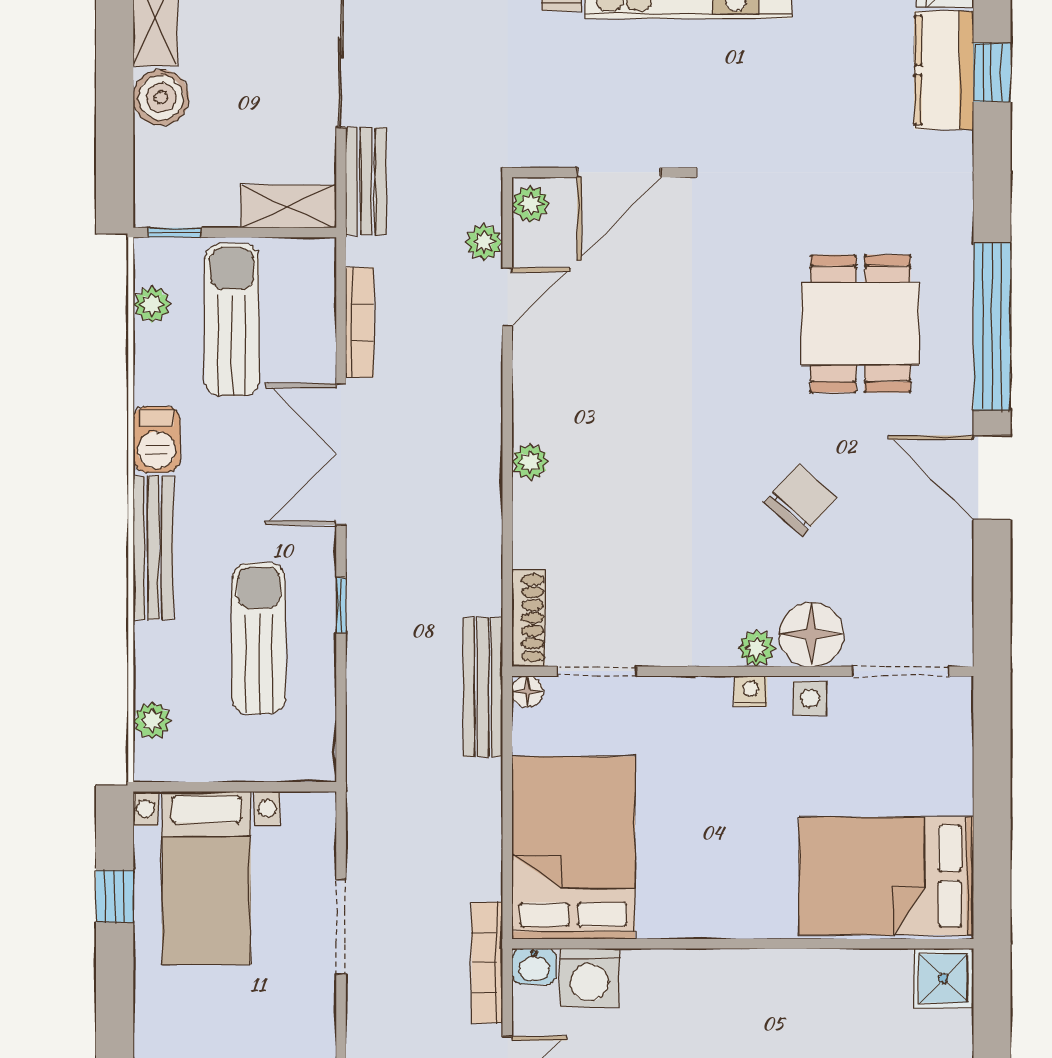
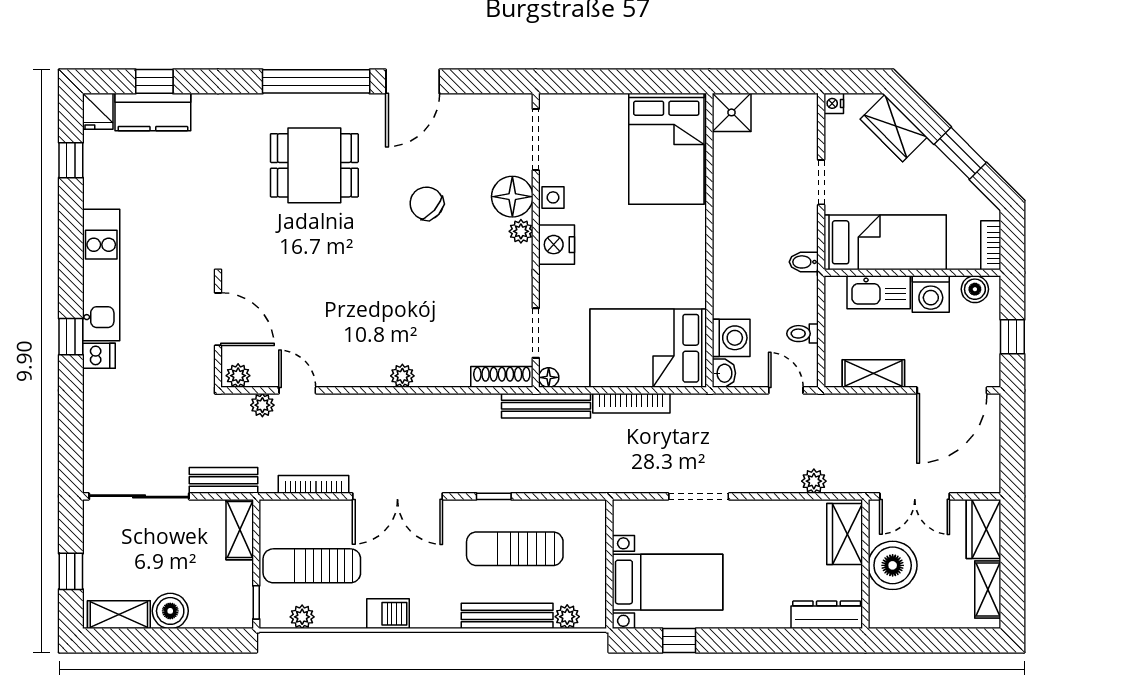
bench: (153, 548) -> (507, 616), moved
nightstand: (751, 691) -> (556, 245), width x1.89, depth x1.79
bookcase: (487, 962) -> (631, 403), moved

